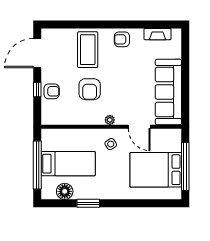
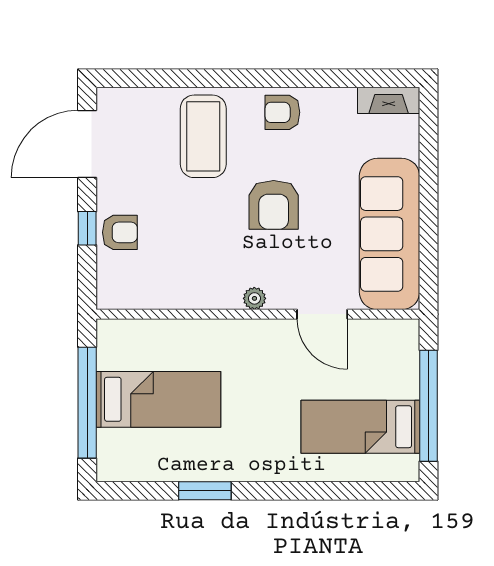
fireplace: (158, 34) -> (389, 100), moved
armchair: (90, 89) -> (274, 205), moved
side table: (111, 144) -> (256, 354), removed
bed: (156, 170) -> (360, 427), width x0.67
floor lamp: (65, 191) -> (150, 463), removed

